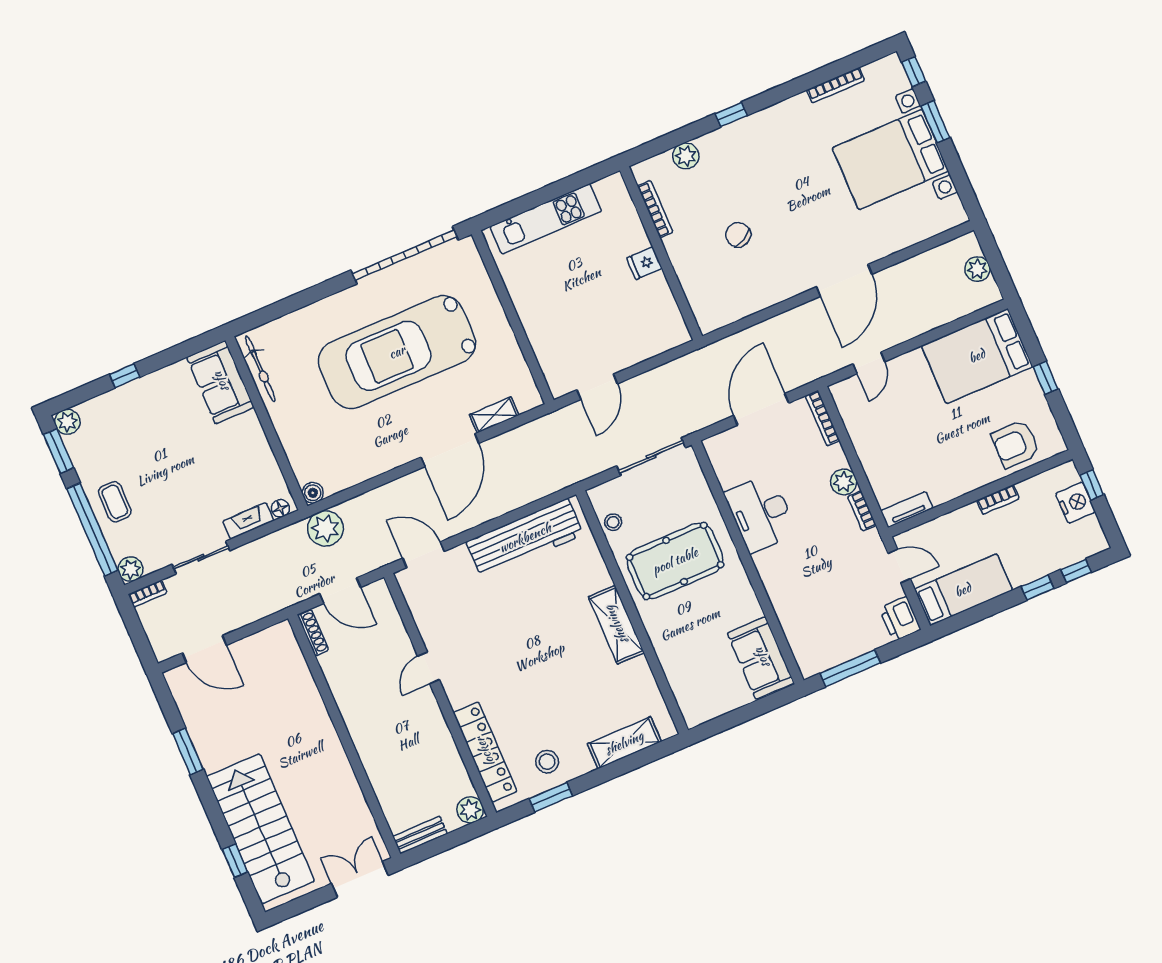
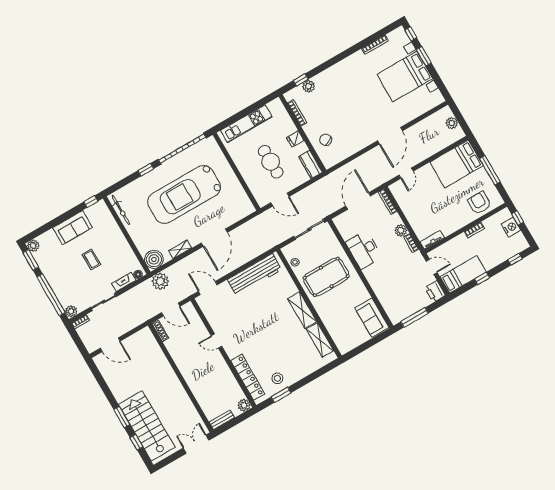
window: (731, 115) -> (301, 80), moved
chair: (738, 235) -> (326, 140), moved
window: (323, 290) -> (146, 170), added
cafe table: (587, 305) -> (271, 162), added
kitchen counter: (670, 321) -> (310, 164), added
window: (125, 376) -> (91, 202), moved
window: (1046, 378) -> (490, 170), width x2.17
sofa: (220, 382) -> (72, 228), moved, turned -90
door: (597, 387) -> (280, 200), hinge flipped
shelving: (494, 415) -> (180, 249), moved
armchair: (1016, 444) -> (479, 203), turned 90
boiler: (313, 493) -> (154, 259), width x1.86, depth x1.86
coffee table: (115, 502) -> (91, 259), moved
window: (1038, 587) -> (482, 278), moved
door: (429, 668) -> (217, 341), hinge flipped
shelving: (624, 743) -> (320, 340), moved, turned 90
window: (188, 751) -> (122, 417), moved

